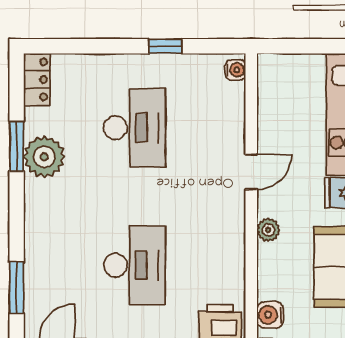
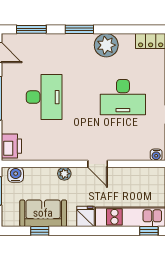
window: (17, 146) -> (79, 29), moved
desk: (135, 265) -> (44, 97), turned -90

